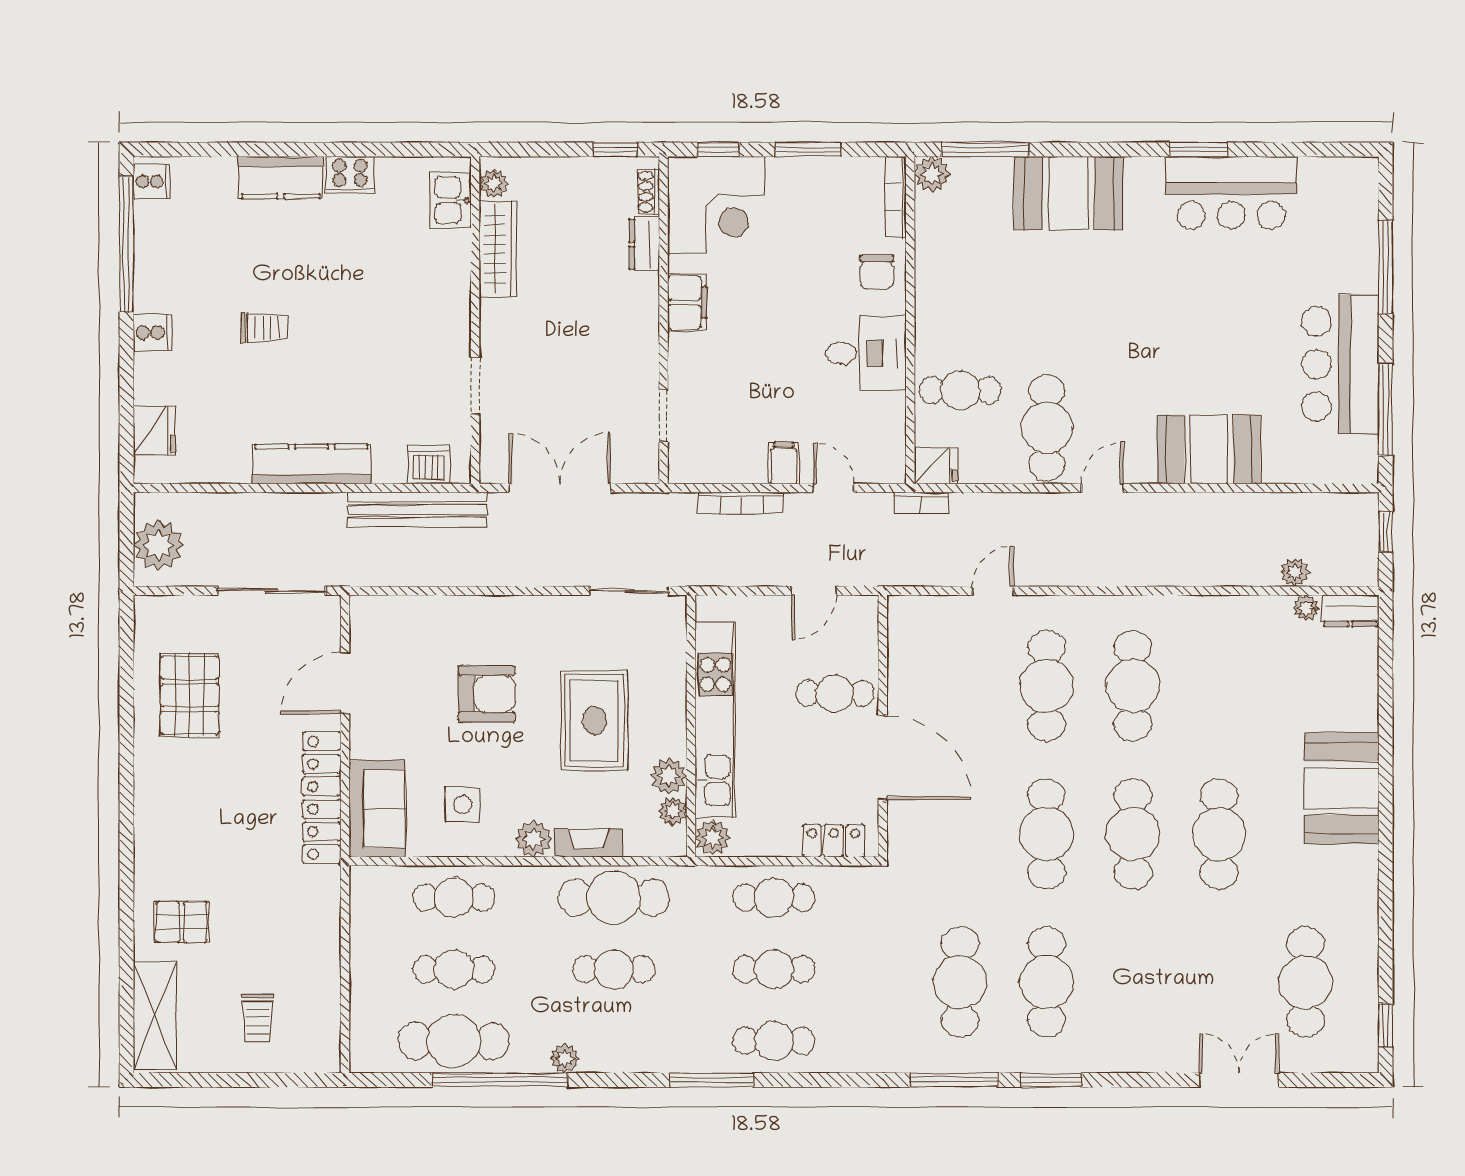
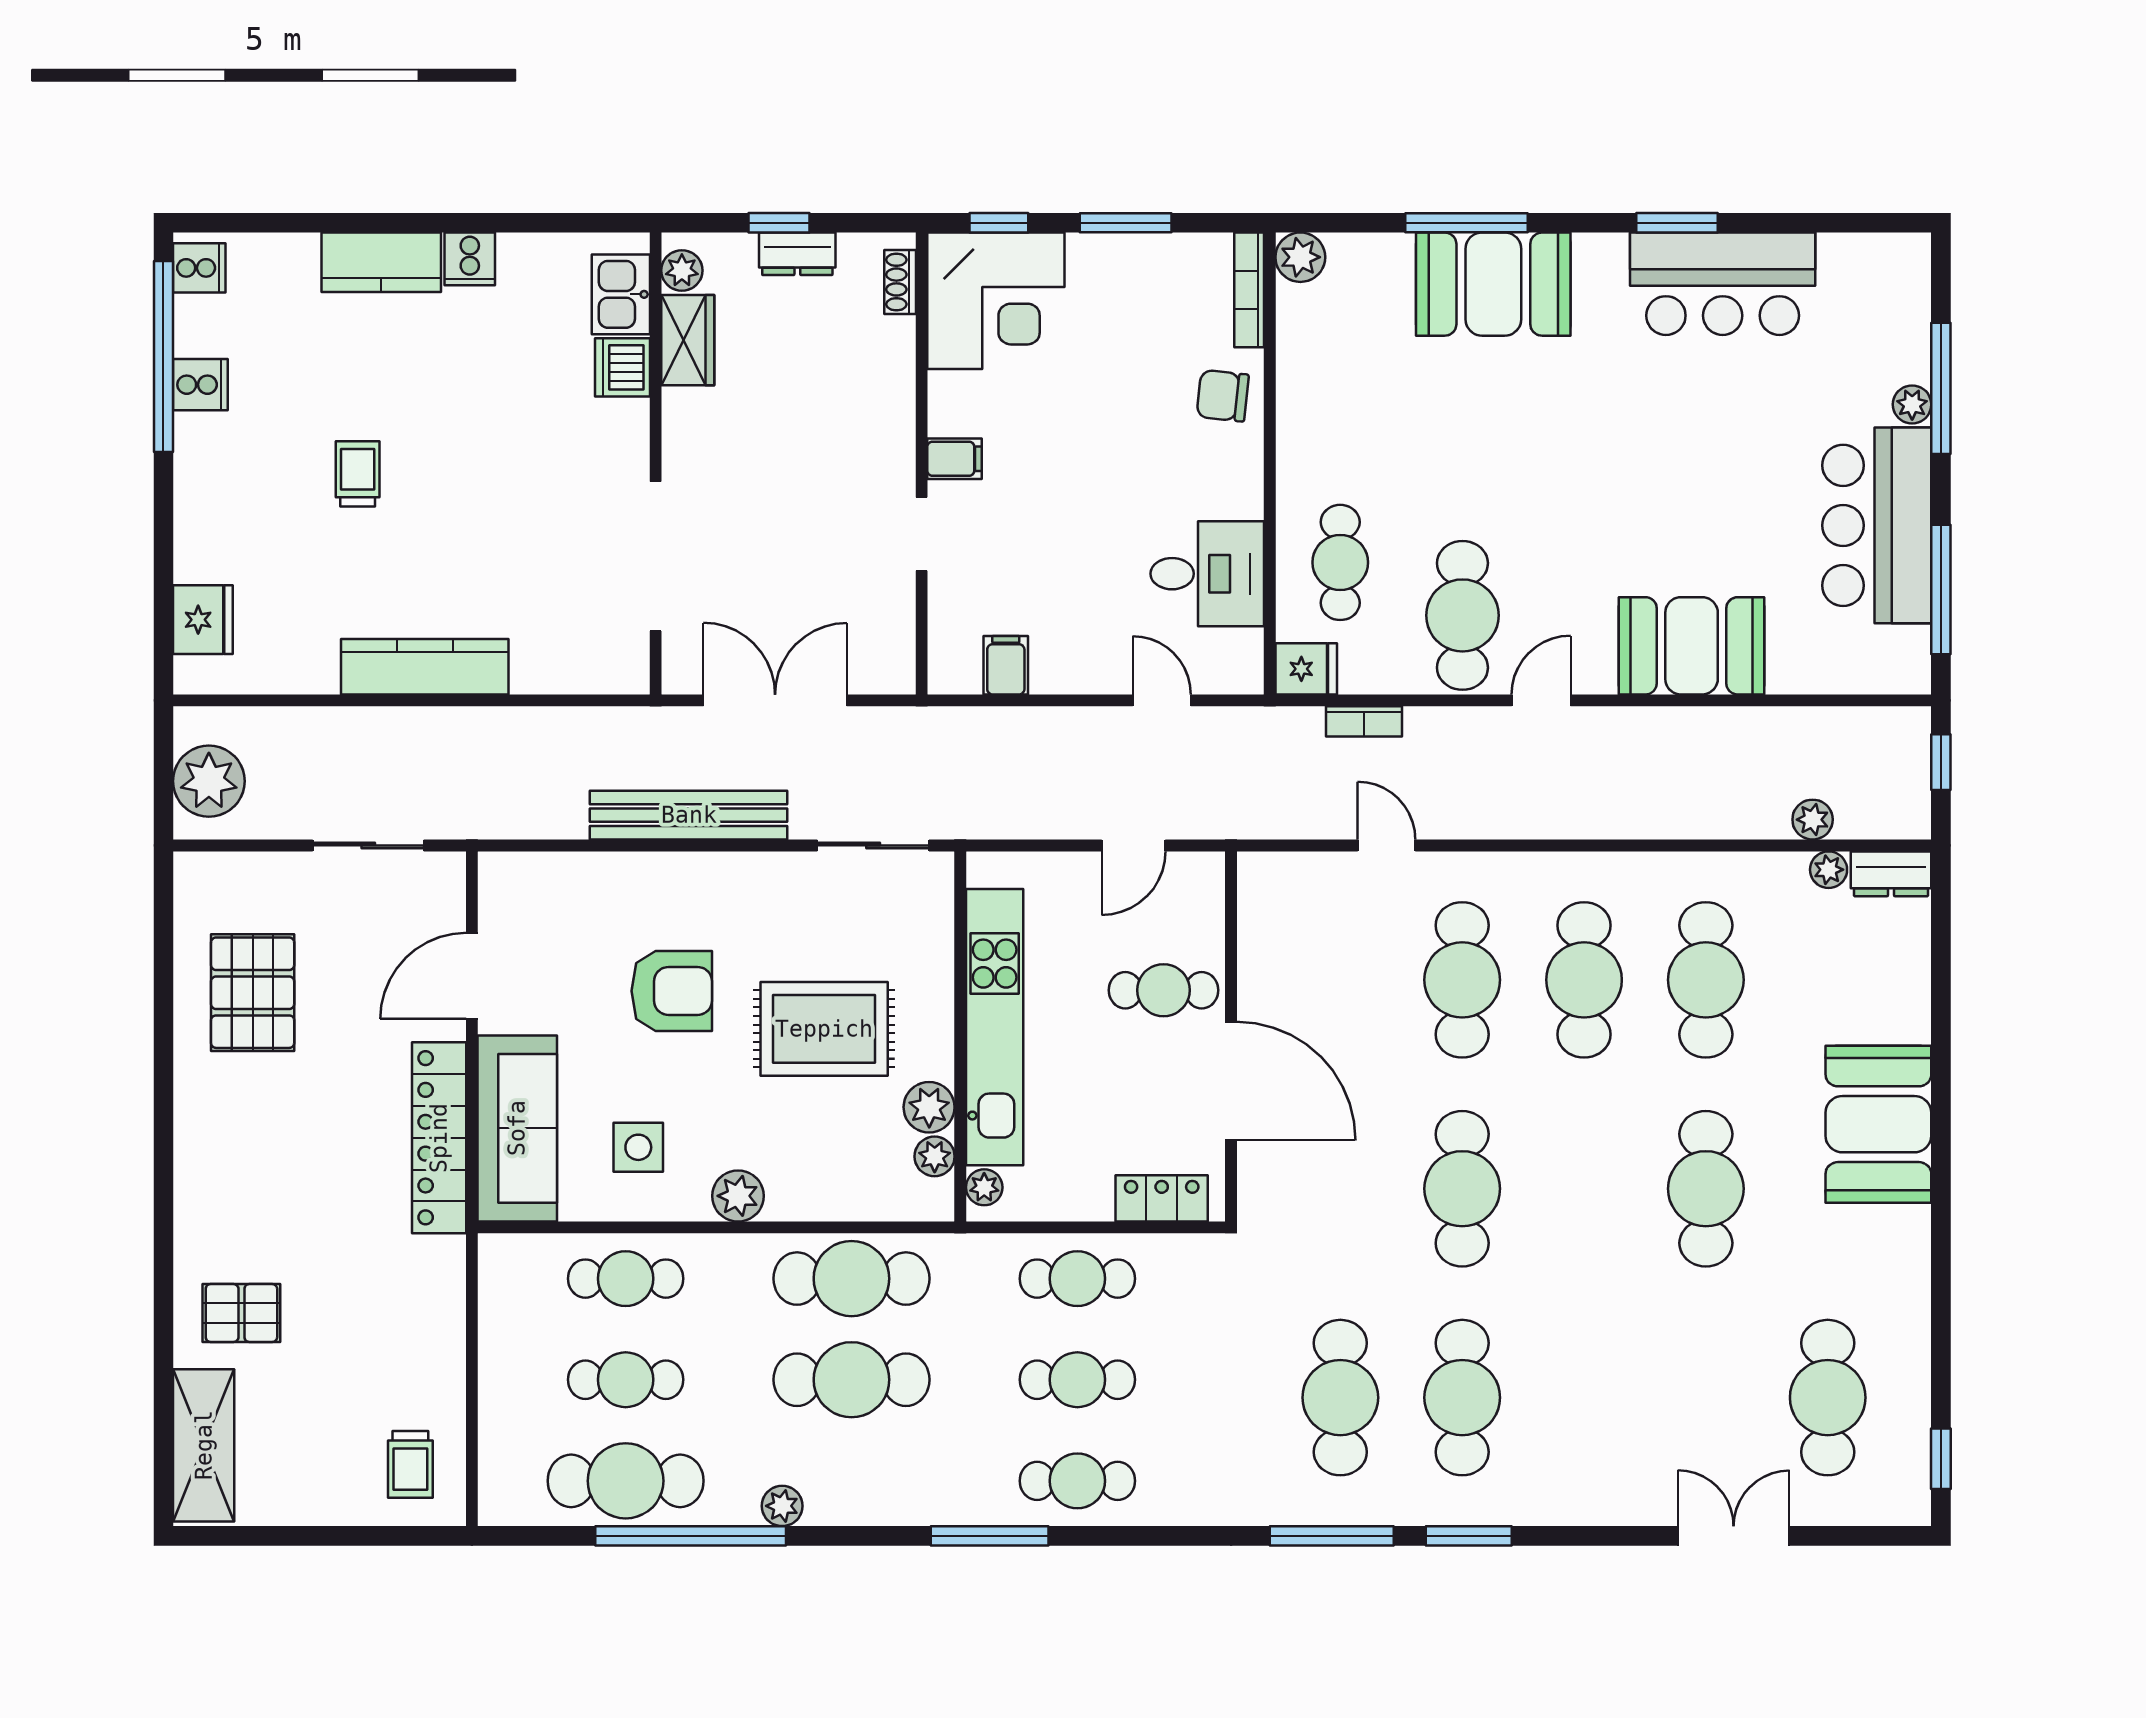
window: (615, 150) -> (779, 223), moved
window: (985, 150) -> (1467, 223), moved
cooker: (350, 175) -> (470, 259), width x0.73
dresser: (644, 244) -> (797, 254), moved, turned -90
wardrobe: (498, 249) -> (688, 340), width x0.67
chair: (877, 272) -> (1223, 396), turned 96
plant: (1365, 278) -> (1912, 404), added
filing cabinet: (687, 302) -> (955, 459), width x0.50
trolley: (264, 327) -> (358, 474), turned -90
cooker: (153, 333) -> (200, 385), moved
desk: (866, 353) -> (1207, 574), moved
doorway: (475, 386) -> (656, 556), width x1.88
cafe table: (960, 390) -> (1340, 562), turned 90
doorway: (664, 416) -> (922, 534), moved
filing cabinet: (784, 463) -> (1006, 665), moved
dishwasher: (429, 464) -> (622, 367), moved, turned -90
bookcase: (741, 503) -> (1031, 722), removed
bookcase: (921, 503) -> (1364, 721), moved
bench: (417, 509) -> (689, 815), moved
sliding door: (272, 591) -> (368, 845), width x0.73
door: (993, 591) -> (1387, 845), hinge flipped
rug: (594, 721) -> (824, 1029), turned 90
sofa: (377, 809) -> (517, 1128), width x1.36
cafe table: (1133, 834) -> (1706, 980), moved
plant: (713, 838) -> (984, 1187), width x0.73, depth x0.73
fireplace: (588, 843) -> (816, 1201), removed
cafe table: (614, 969) -> (851, 1380), width x1.37, depth x1.35
trolley: (258, 1018) -> (410, 1464), moved

